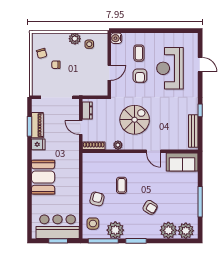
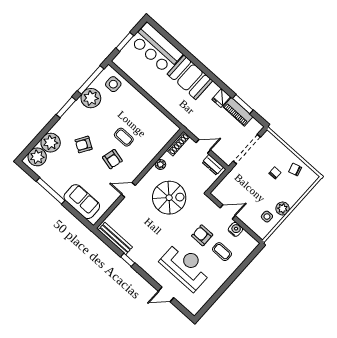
water cooler: (116, 38) -> (235, 229), moved
door: (109, 73) -> (228, 212), swing flipped
spiral stairs: (135, 120) -> (169, 198), turned -90
sofa: (182, 162) -> (82, 202), moved, turned 90
armchair: (97, 199) -> (112, 159), moved
bar counter: (58, 227) -> (156, 48), moved, turned 90

